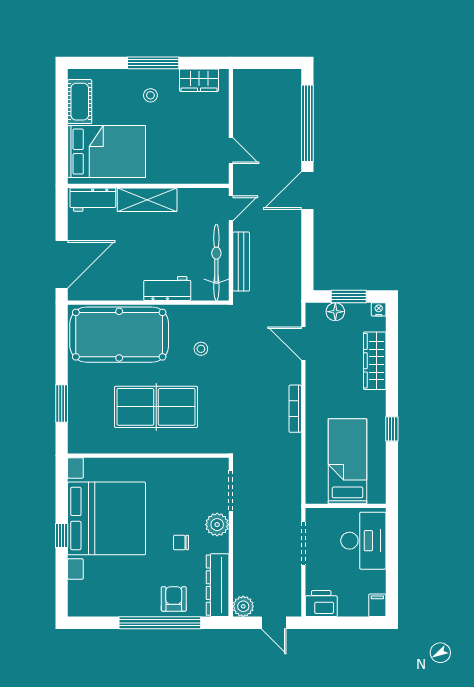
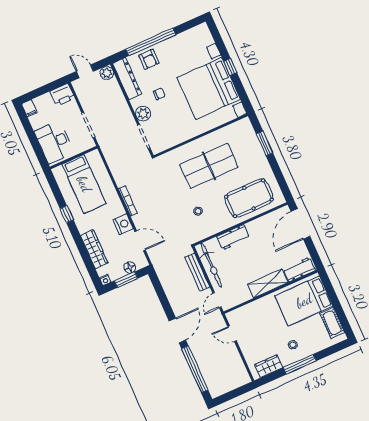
pool table: (119, 335) -> (249, 198), width x0.73, depth x0.76
nightstand: (317, 378) -> (123, 224), added

